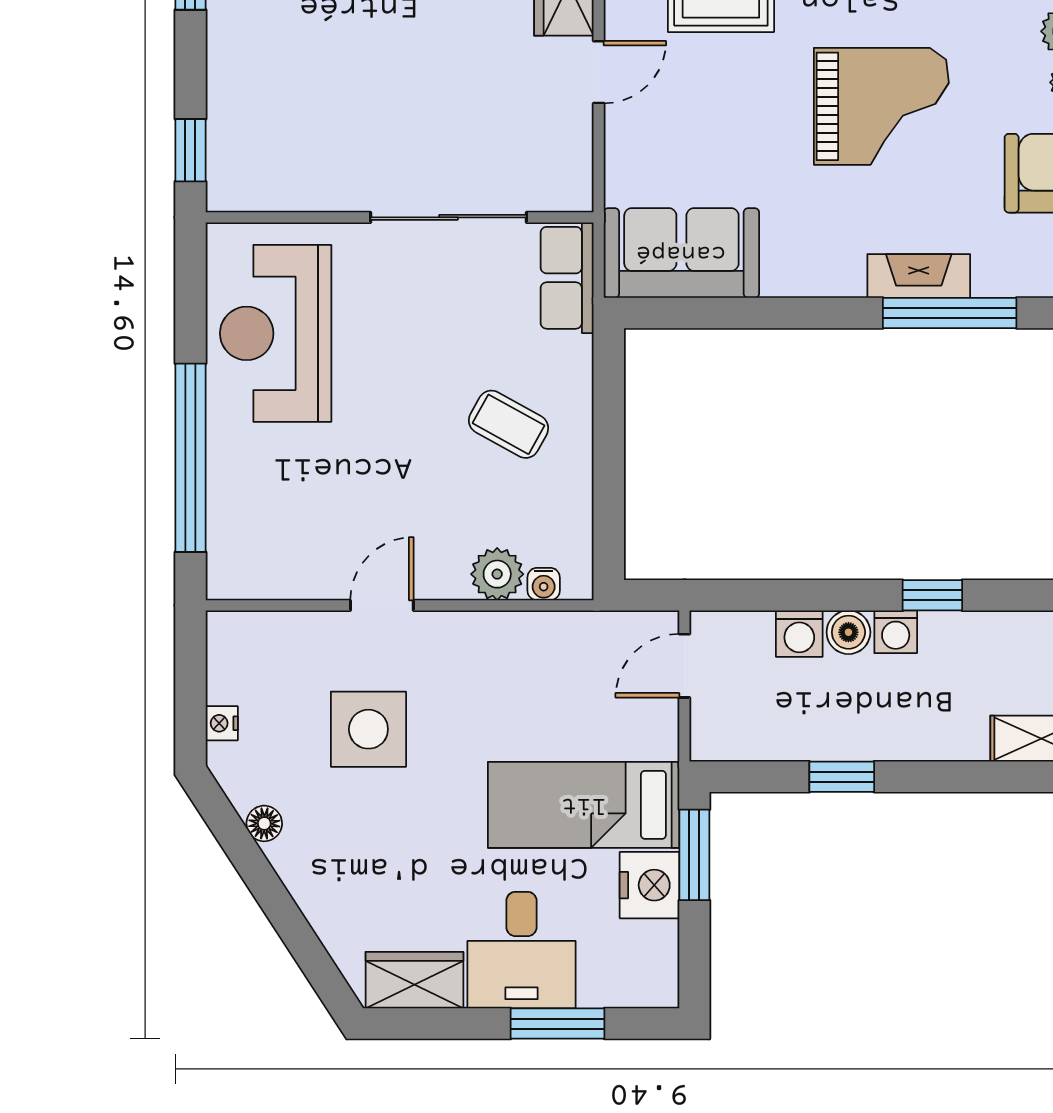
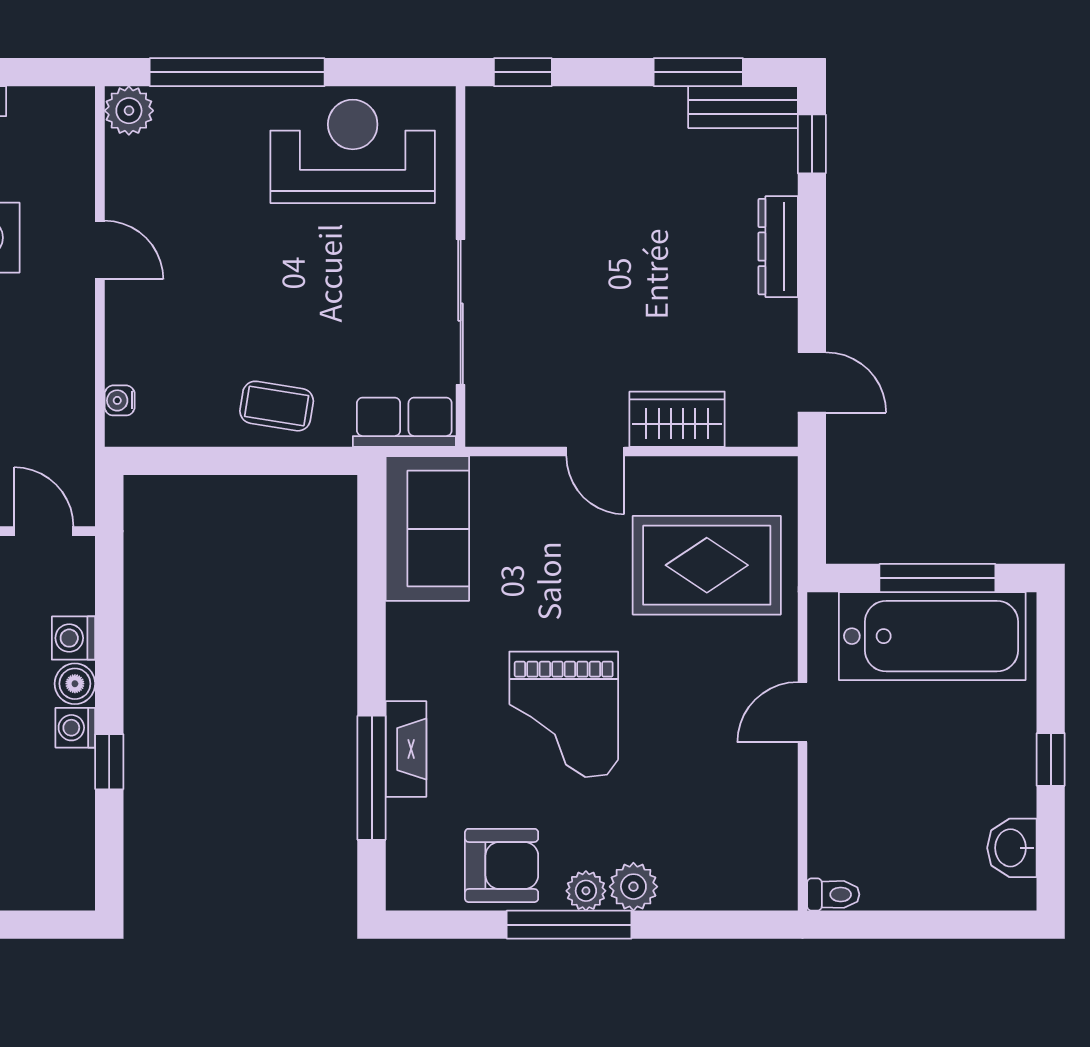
coffee table: (509, 424) -> (277, 406), moved, turned 70
plant: (497, 574) -> (129, 111), moved

